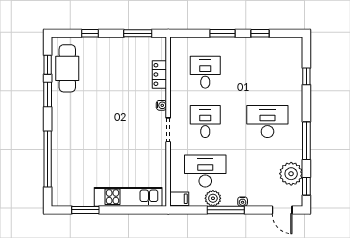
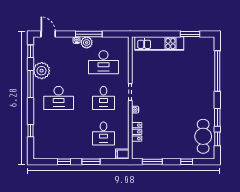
plant: (291, 174) -> (42, 71), moved
plant: (213, 198) -> (87, 42), moved
filing cabinet: (179, 199) -> (122, 154), moved

